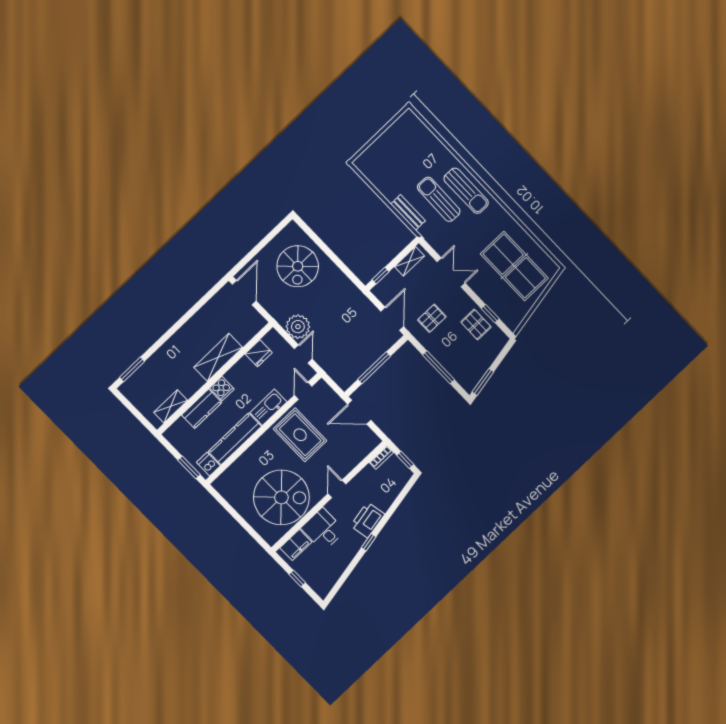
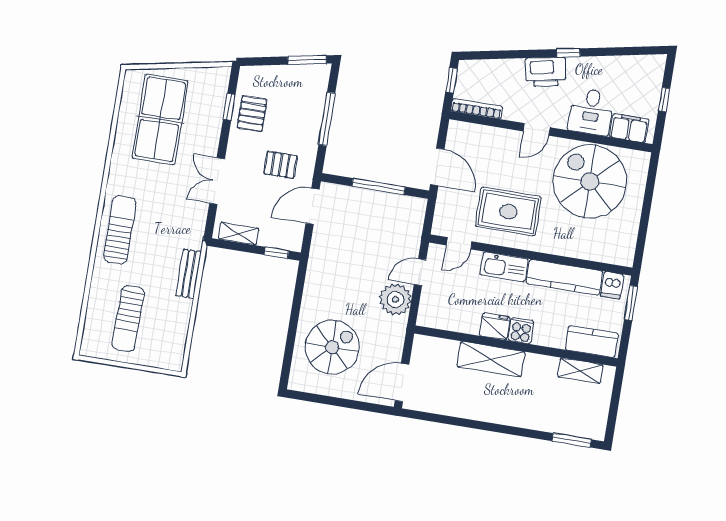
sun lounger: (439, 199) -> (128, 319), moved
fridge: (259, 353) -> (495, 326), moved
kitchen counter: (202, 409) -> (592, 342), moved
rug: (300, 435) -> (508, 212), turned 90
bookcase: (381, 457) -> (477, 109), width x1.56

